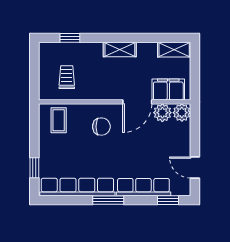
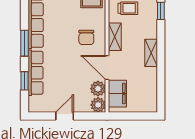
shelving: (174, 50) -> (115, 37), moved
door: (195, 167) -> (65, 116), moved
window: (168, 200) -> (25, 81), moved

